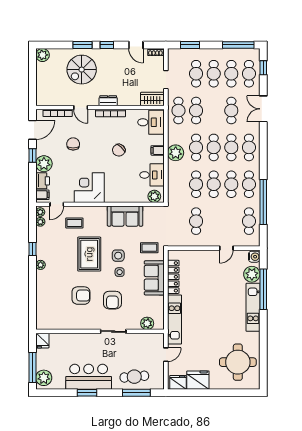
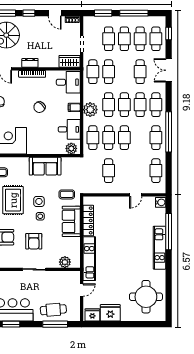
window: (238, 45) -> (134, 13), moved
cafe table: (231, 184) -> (93, 138), moved
window: (263, 202) -> (169, 132), moved
plant: (252, 274) -> (158, 218), removed

